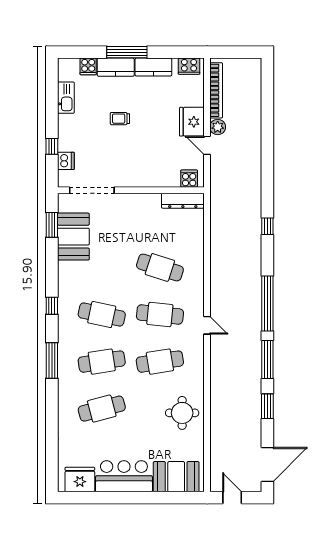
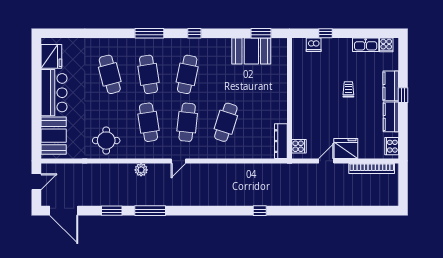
window: (127, 52) -> (403, 95), width x0.46
cooker: (88, 66) -> (386, 45), moved, turned -90
plant: (218, 127) -> (141, 170), moved
doorway: (92, 190) -> (289, 66), removed
window: (267, 304) -> (196, 211), removed

